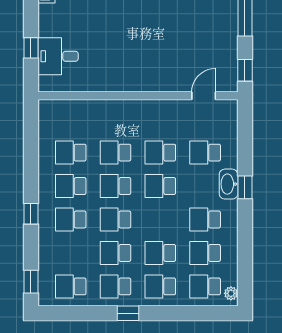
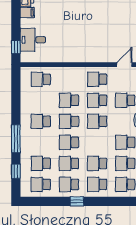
filing cabinet: (49, 13) -> (27, 13), added
window: (31, 48) -> (16, 47), moved
school desk: (160, 119) -> (97, 79), added
school desk: (71, 153) -> (41, 79), moved
window: (31, 214) -> (16, 139), width x2.17
school desk: (71, 220) -> (41, 163), moved
window: (31, 282) -> (16, 171), moved

